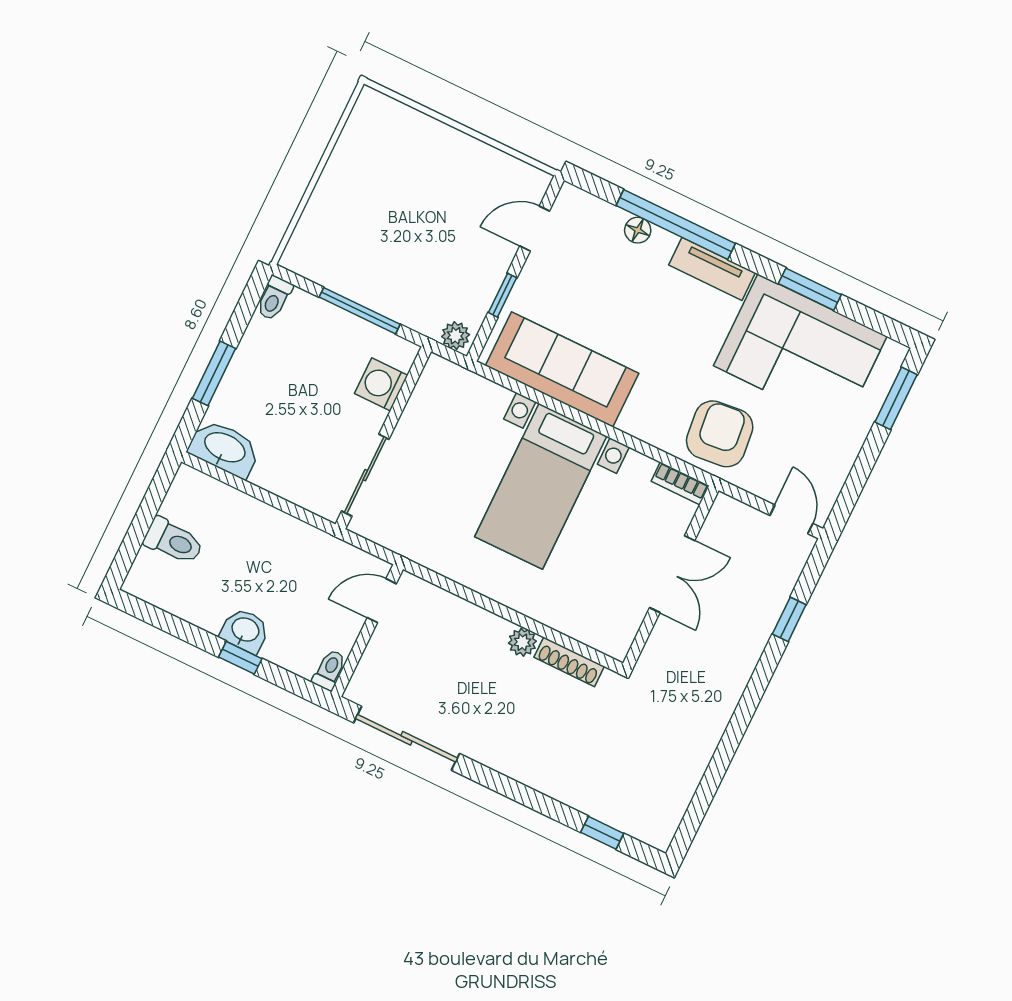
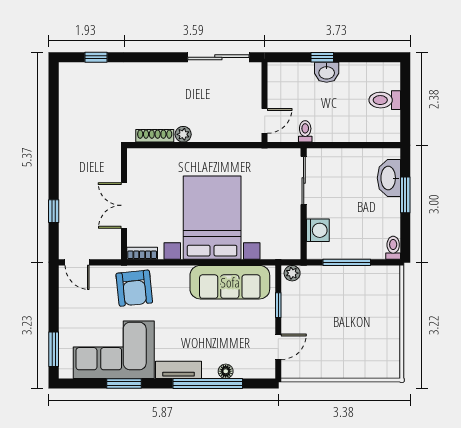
washbasin: (224, 448) -> (389, 178), moved, turned 90
bed with nightstands: (541, 486) -> (212, 218), width x1.36
toilet: (329, 670) -> (305, 131), moved, turned 180

